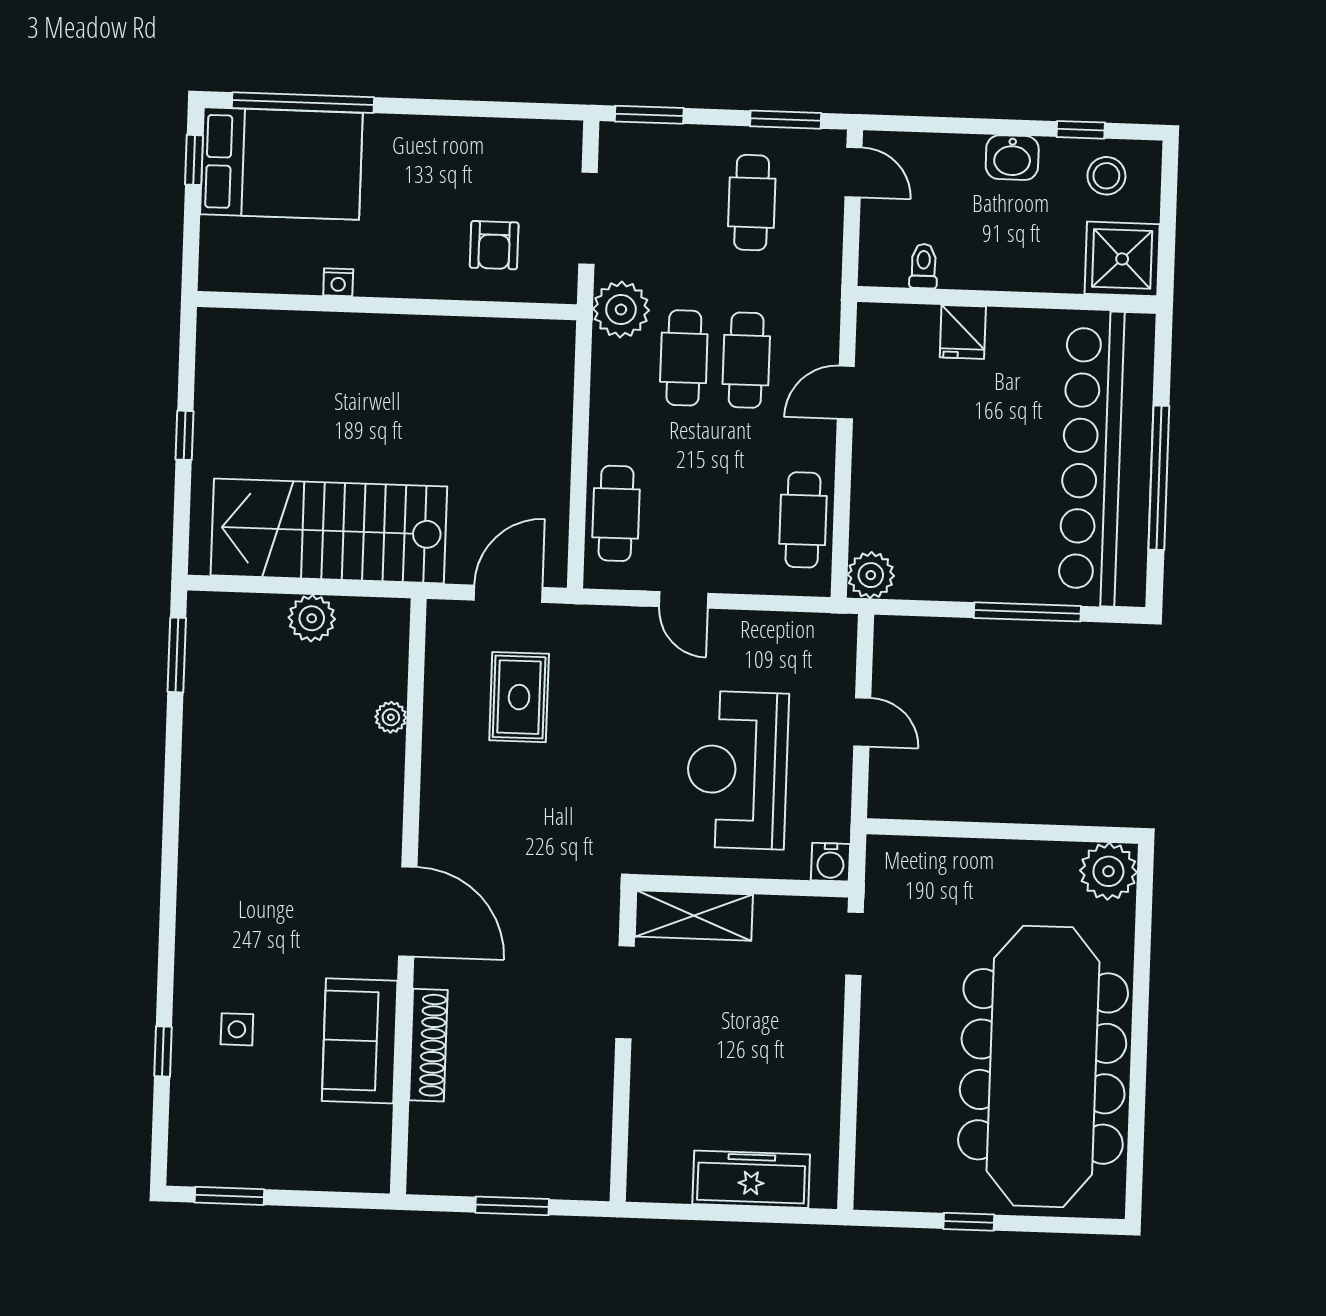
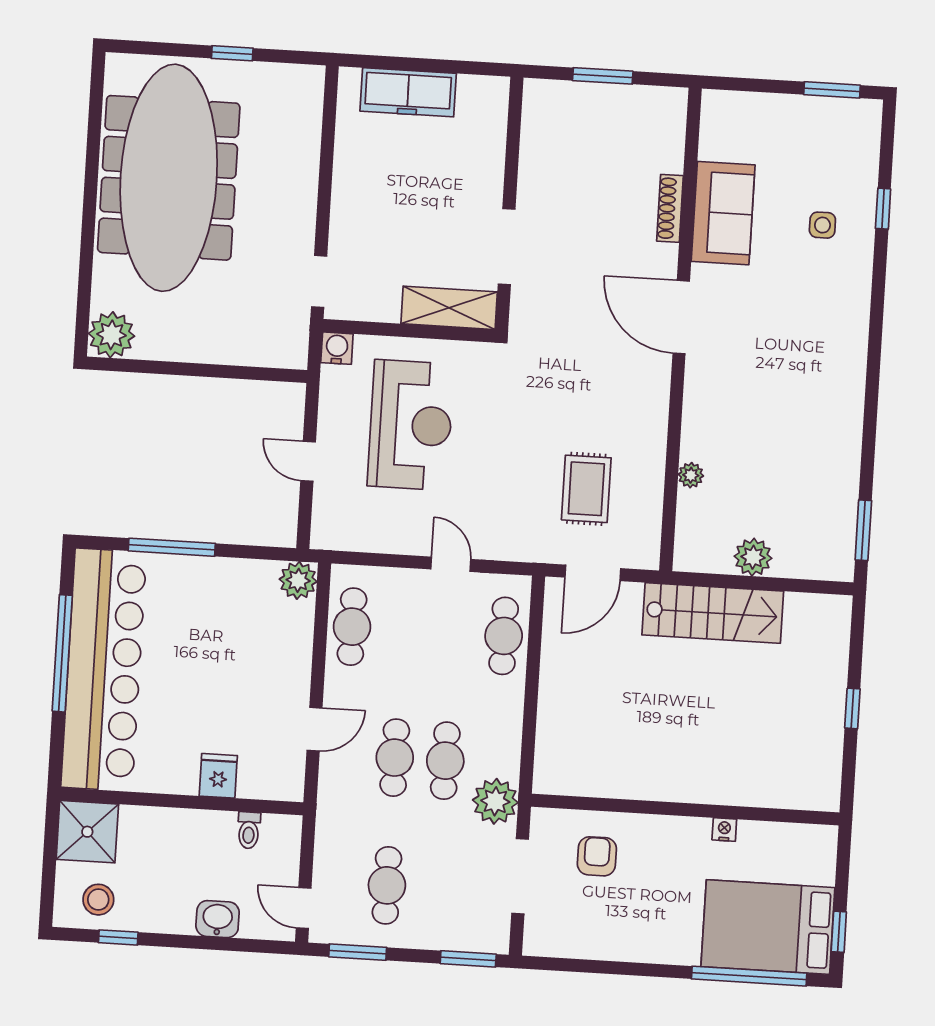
washbasin: (1012, 158) -> (218, 919), moved
stairs: (329, 531) -> (713, 613), width x0.73, depth x0.66
shoe rack: (428, 1045) -> (670, 208), width x0.74, depth x0.81

